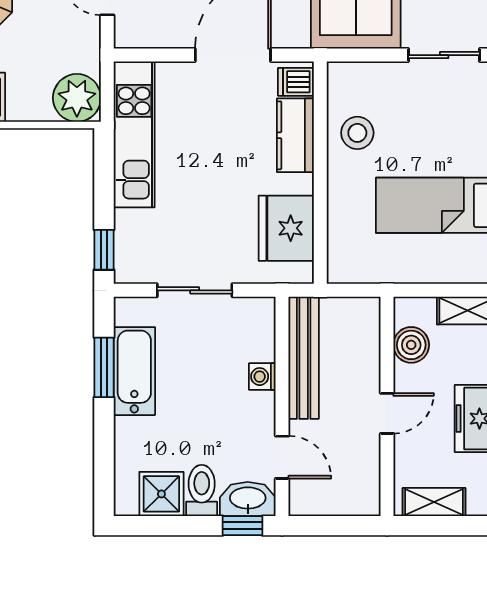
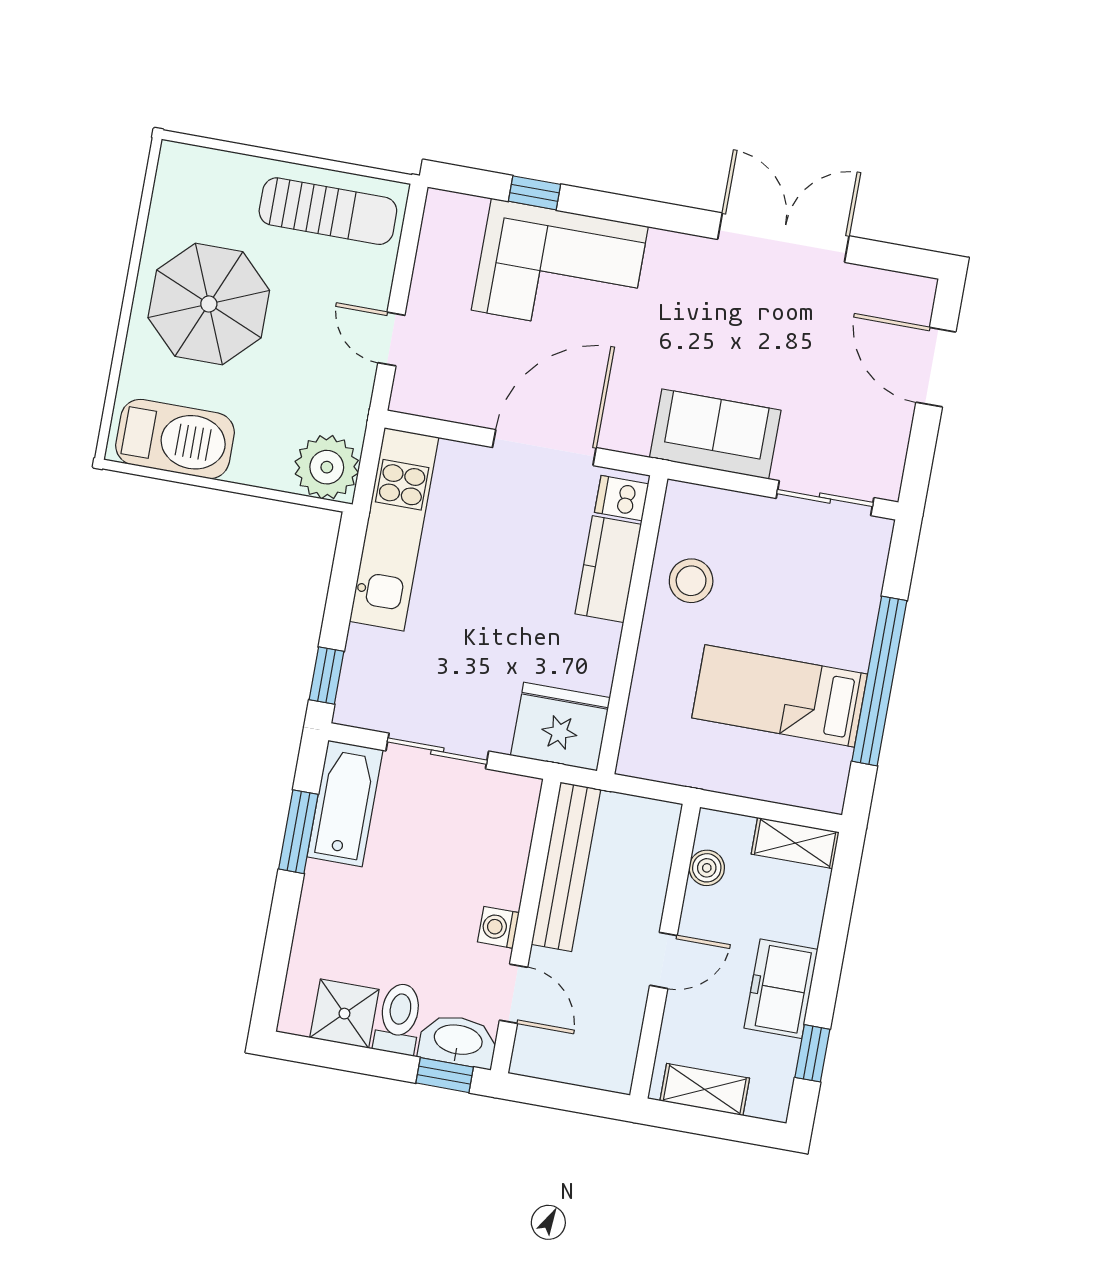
fridge: (286, 228) -> (560, 727), moved, turned 90
boiler: (411, 345) -> (707, 868), width x0.73, depth x0.73
bathtub: (134, 371) -> (345, 803), moved
washing machine: (262, 377) -> (498, 927), moved

